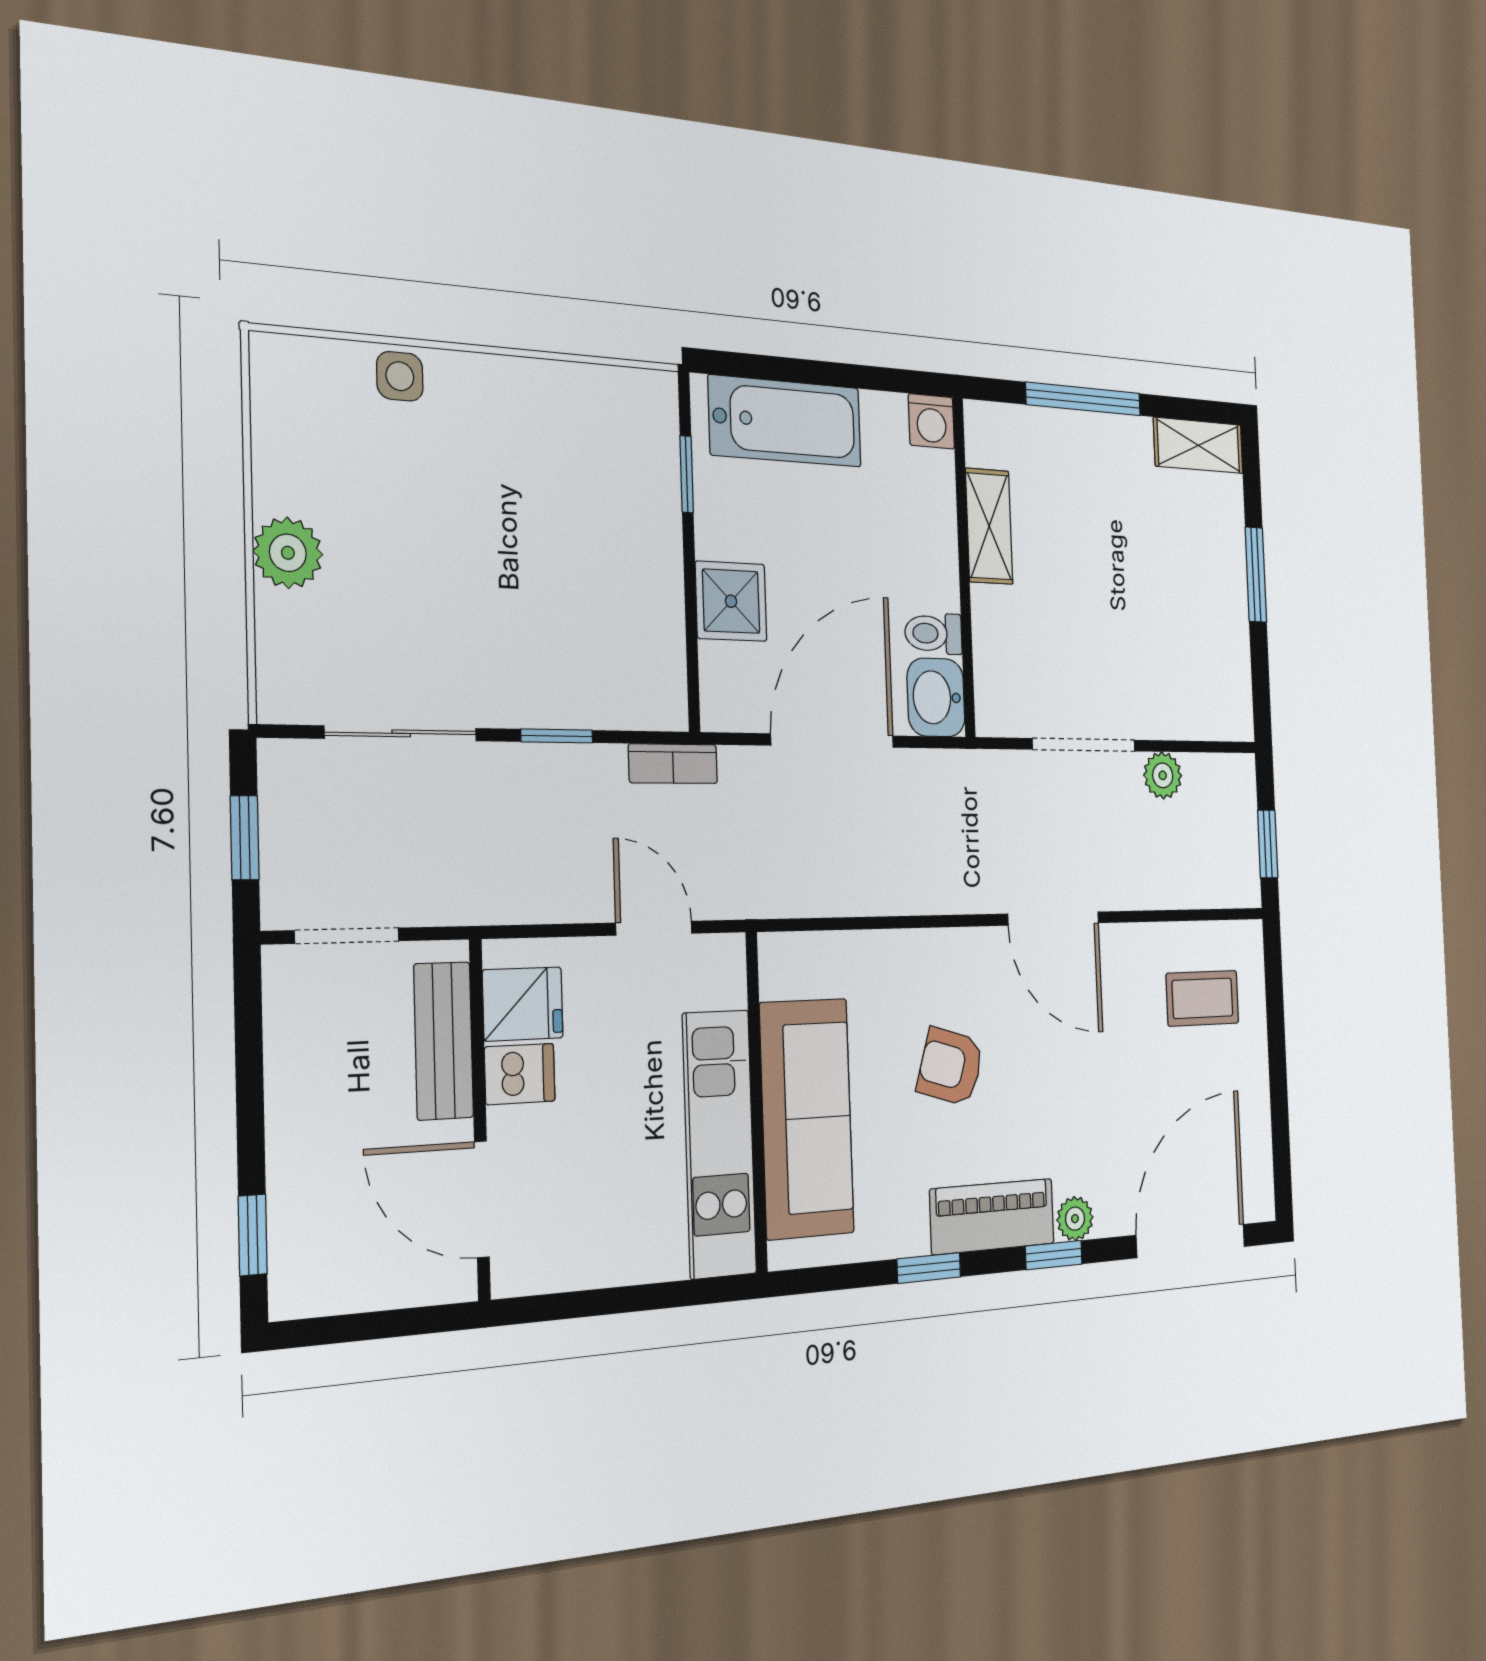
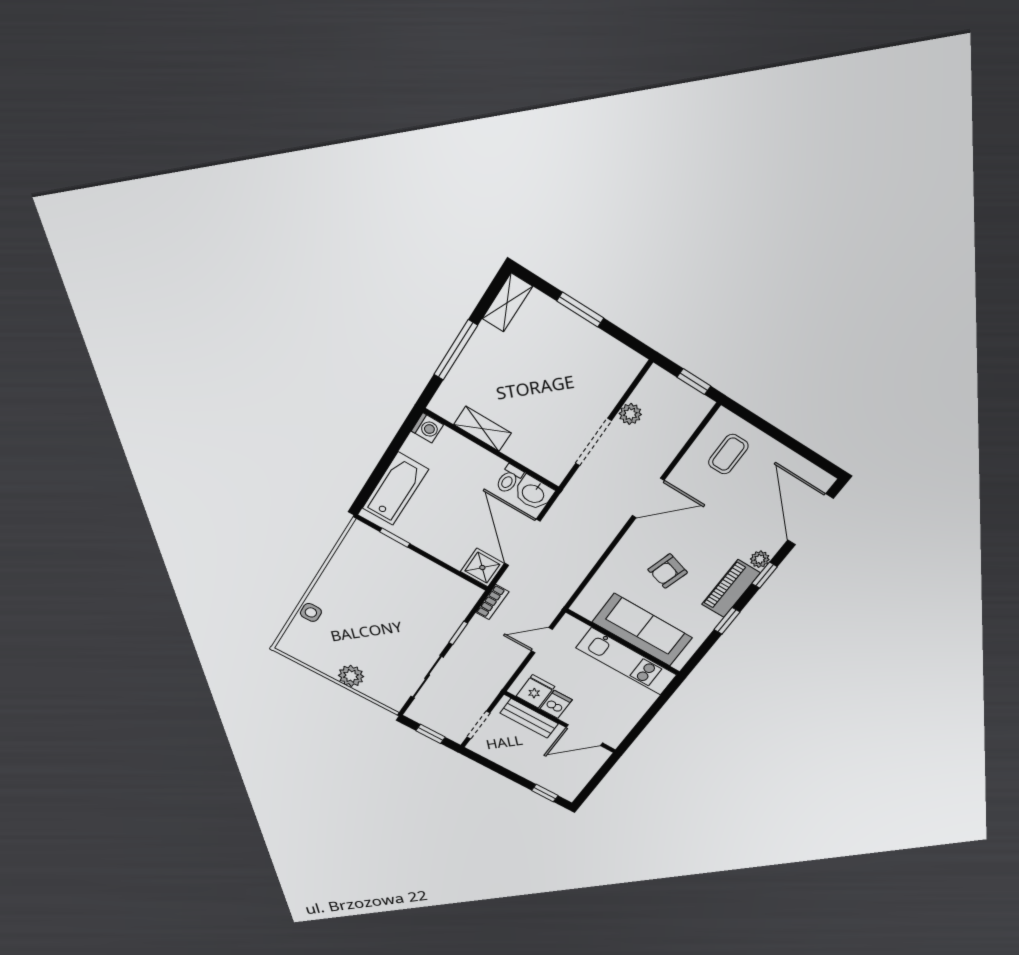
shower: (731, 601) -> (482, 568), moved

